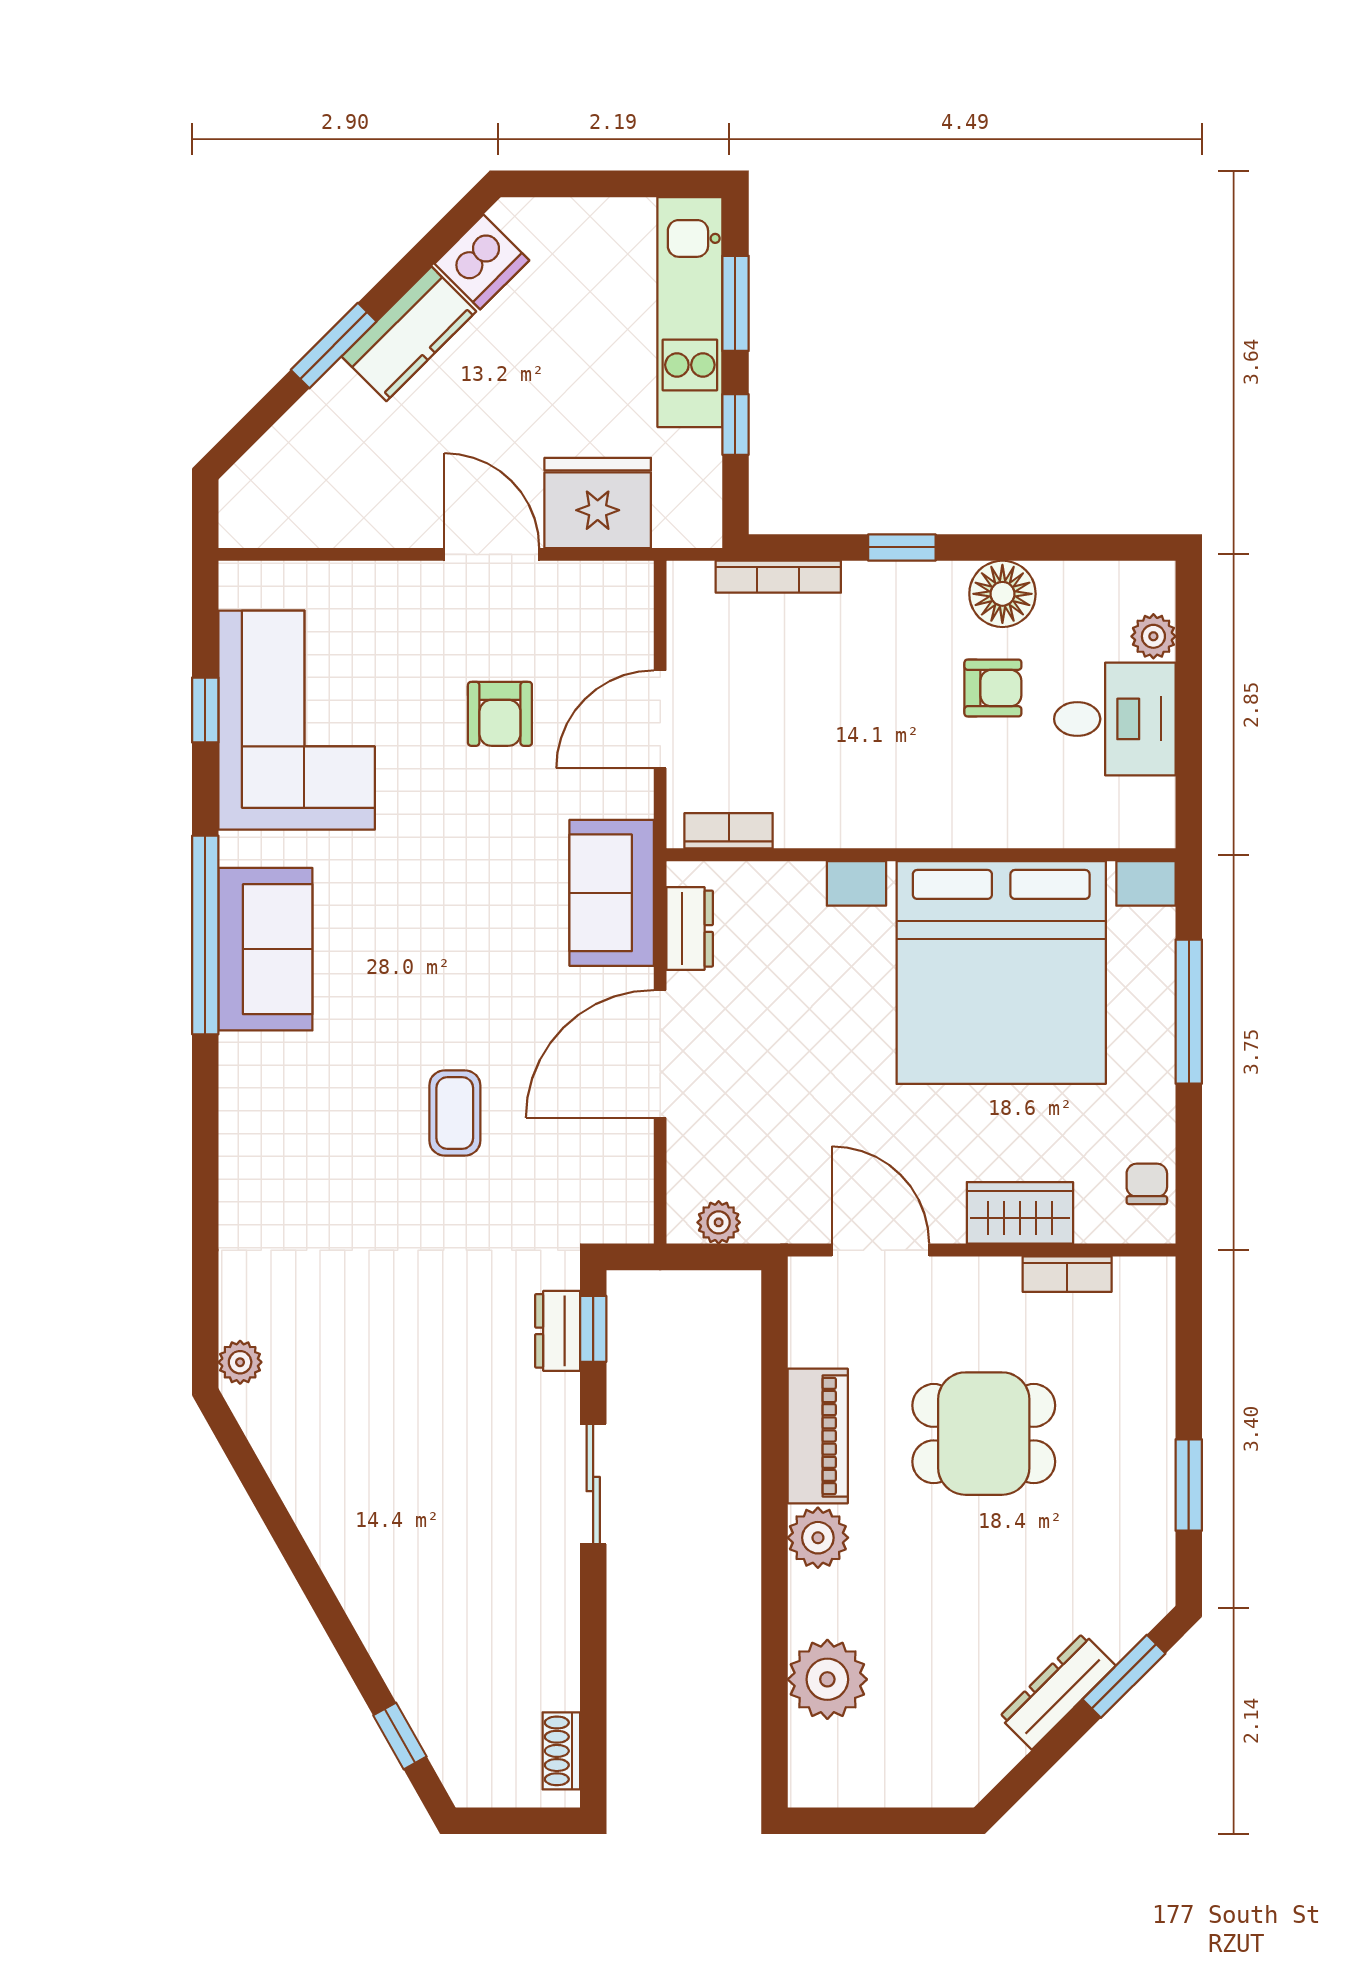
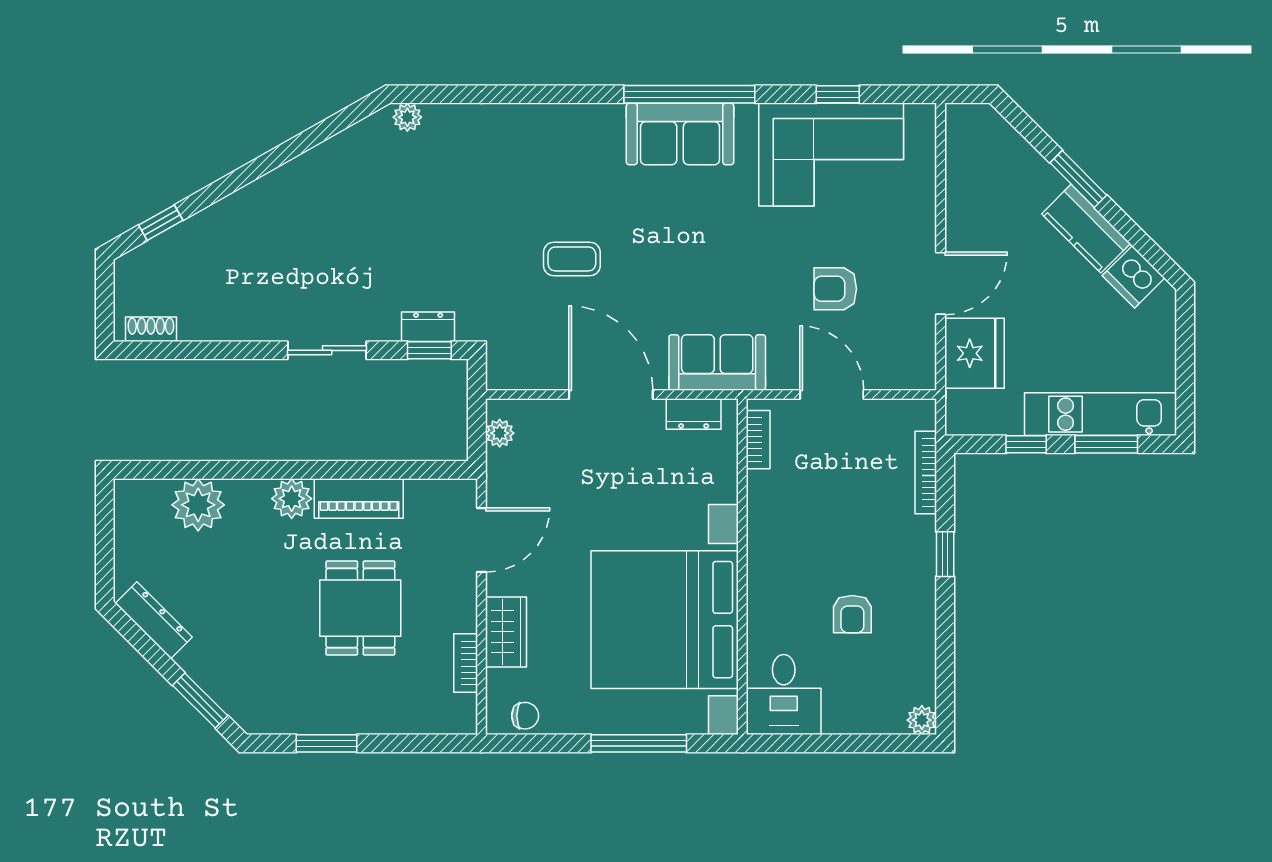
floor lamp: (1002, 594) -> (914, 620), removed
plant: (1153, 636) -> (922, 720), moved
desk: (1115, 719) -> (784, 695), moved
dresser: (1057, 1691) -> (154, 620), moved

